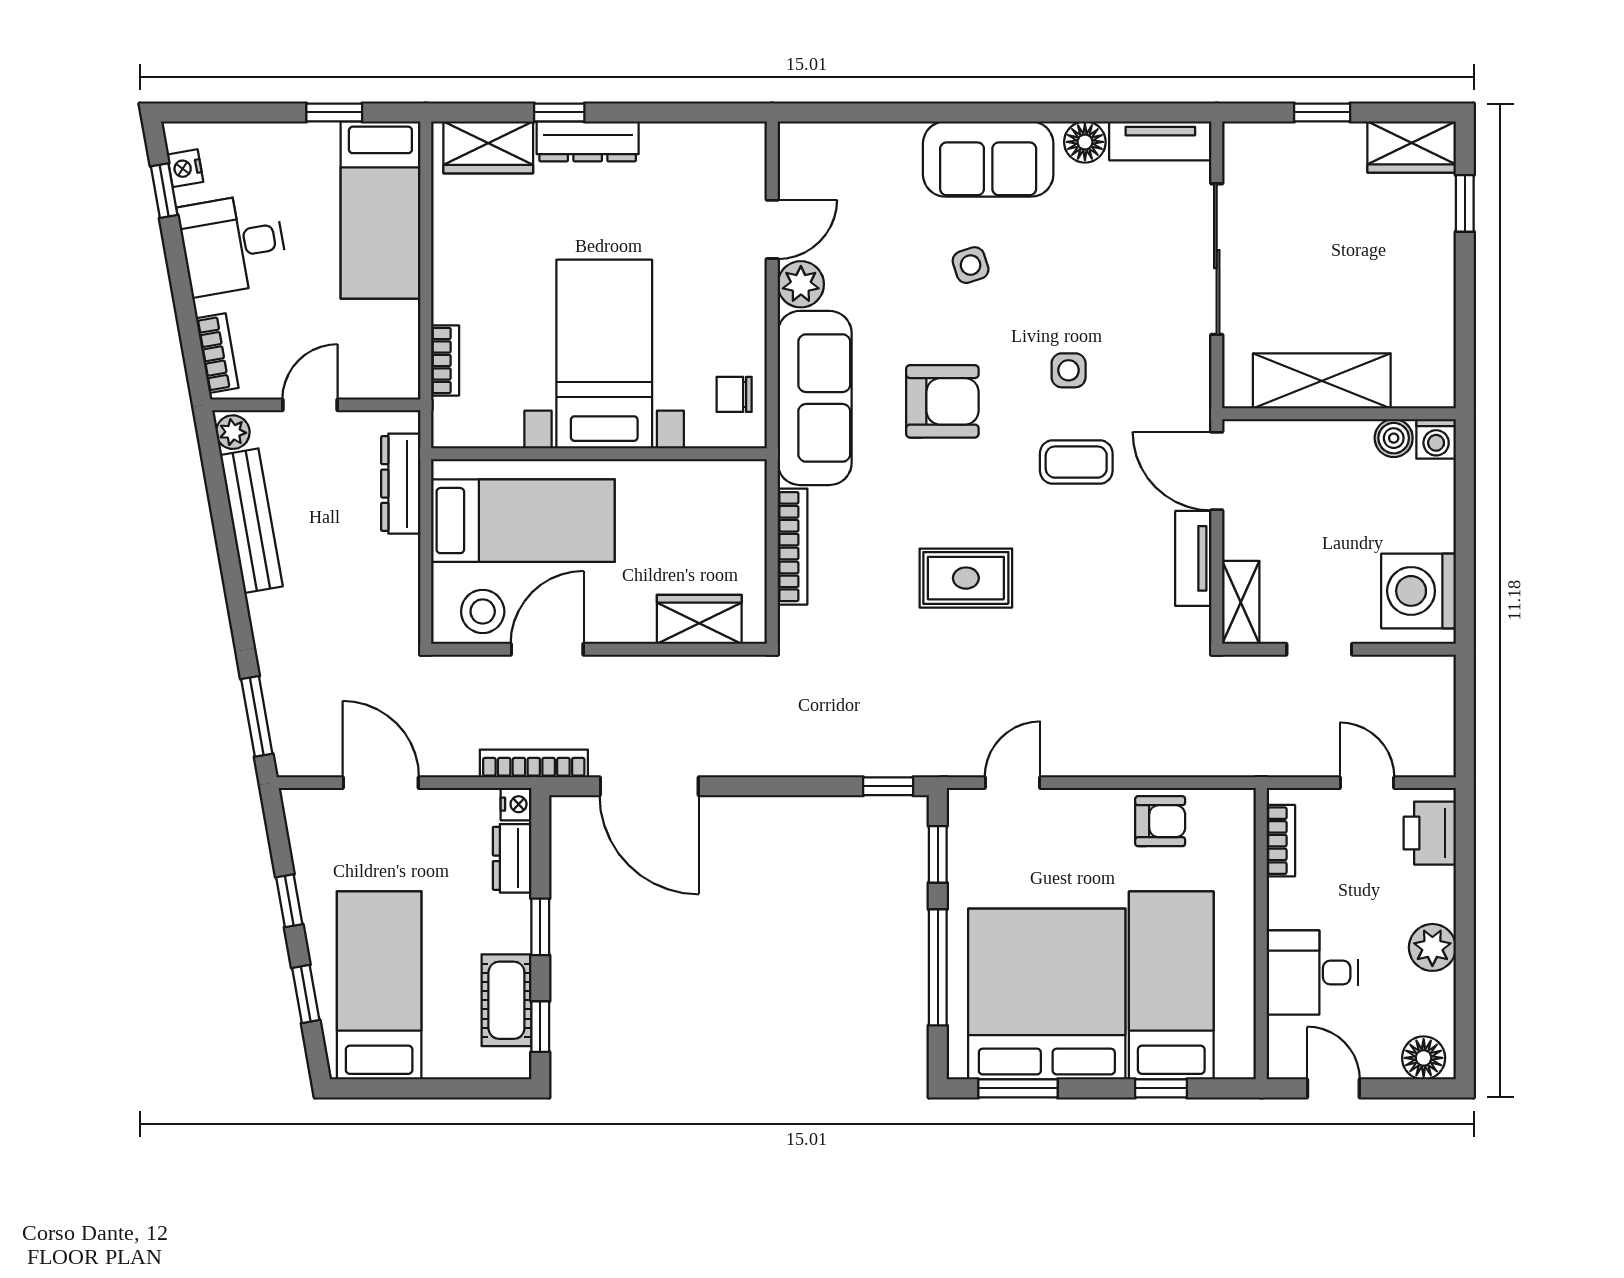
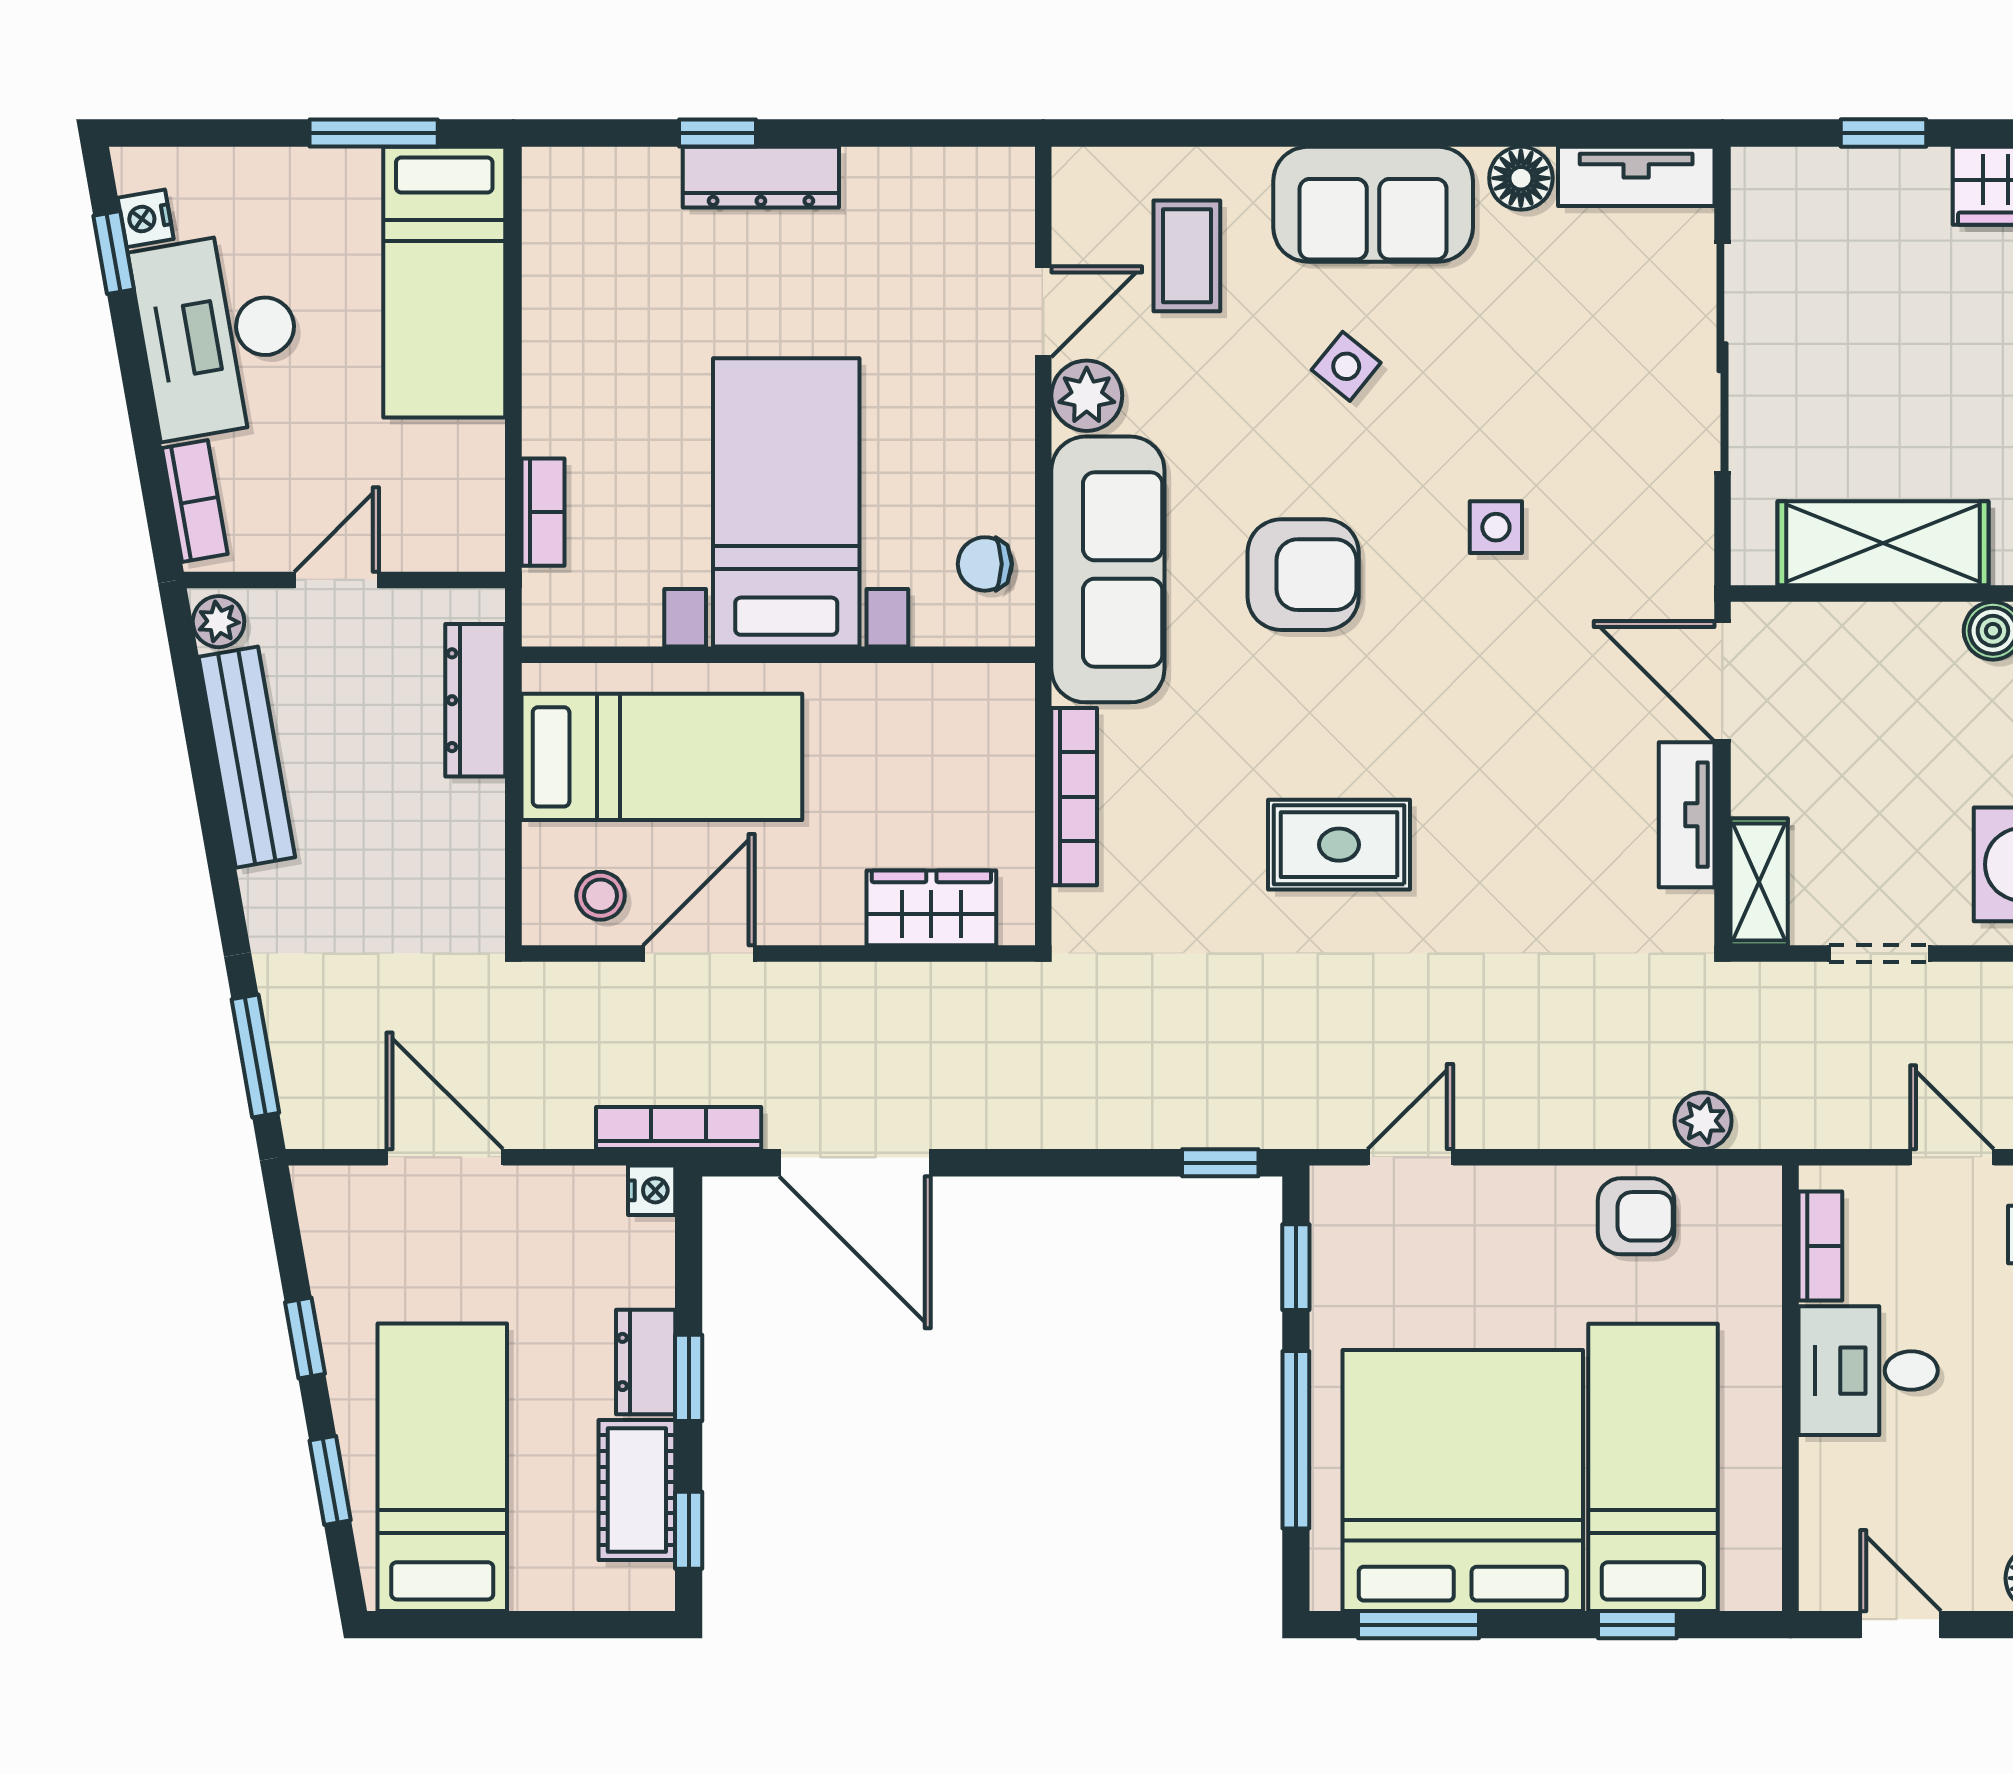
window: (334, 112) -> (374, 133), width x1.50
wardrobe: (488, 147) -> (609, 186), removed
desk: (233, 244) -> (219, 334), width x1.37
side table: (971, 265) -> (1346, 366), turned -33
coffee table: (1076, 462) -> (1187, 256), moved, turned 90
stool: (483, 611) -> (601, 896), width x0.73, depth x0.73
plant: (1204, 759) -> (1703, 1121), added
dresser: (512, 858) -> (646, 1362), moved
desk: (1312, 973) -> (1868, 1371), moved

